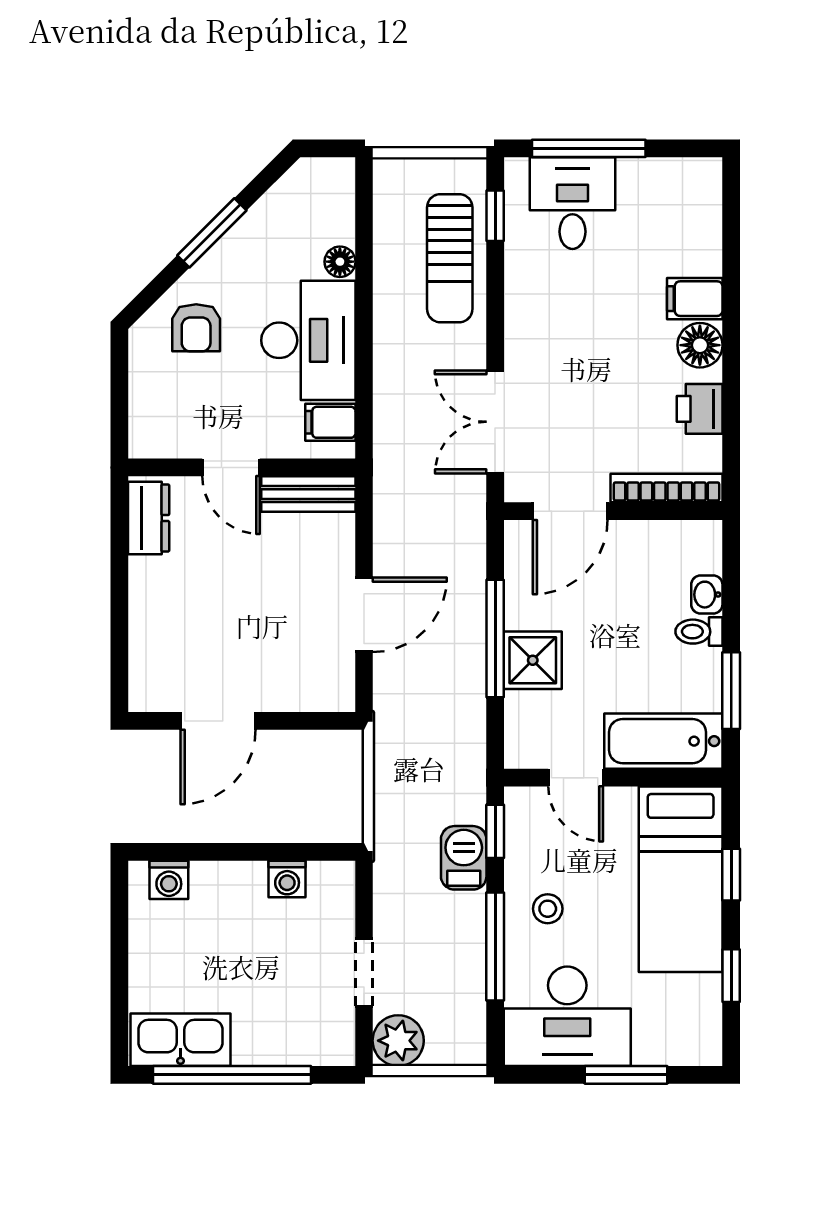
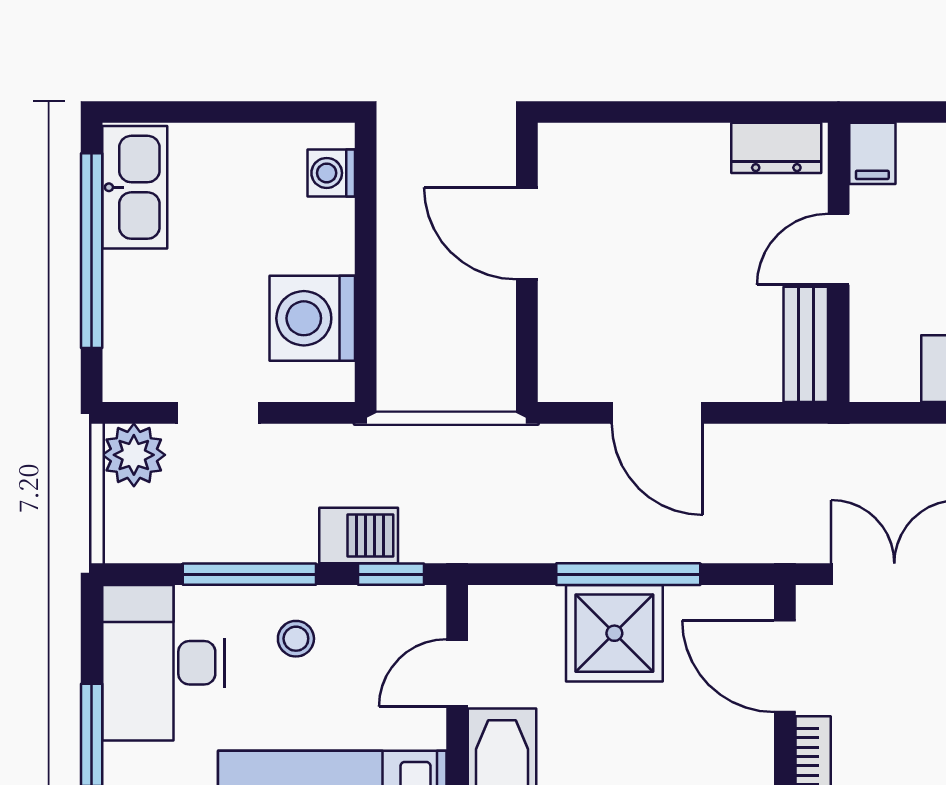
filing cabinet: (330, 422) -> (872, 153), moved, turned 180
shower: (533, 660) -> (614, 633), width x1.36, depth x1.36
washing machine: (287, 879) -> (312, 318), width x1.89, depth x1.89

